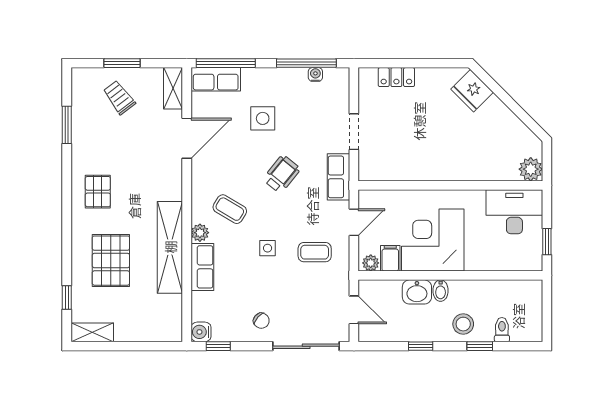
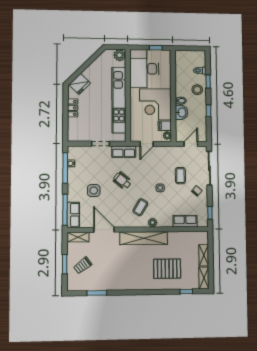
locker: (396, 77) -> (73, 108), moved
kitchen unit: (440, 168) -> (119, 100), added
pallet: (98, 192) -> (132, 276), removed
desk: (514, 212) -> (144, 69), width x1.36, depth x1.30
door: (354, 222) -> (147, 144), swing flipped
shelving: (170, 247) -> (144, 238), moved
coffee table: (315, 252) -> (180, 176), moved
row of seats: (202, 267) -> (185, 221), moved
water cooler: (201, 332) -> (203, 222), removed
shelving: (136, 333) -> (204, 255), added

